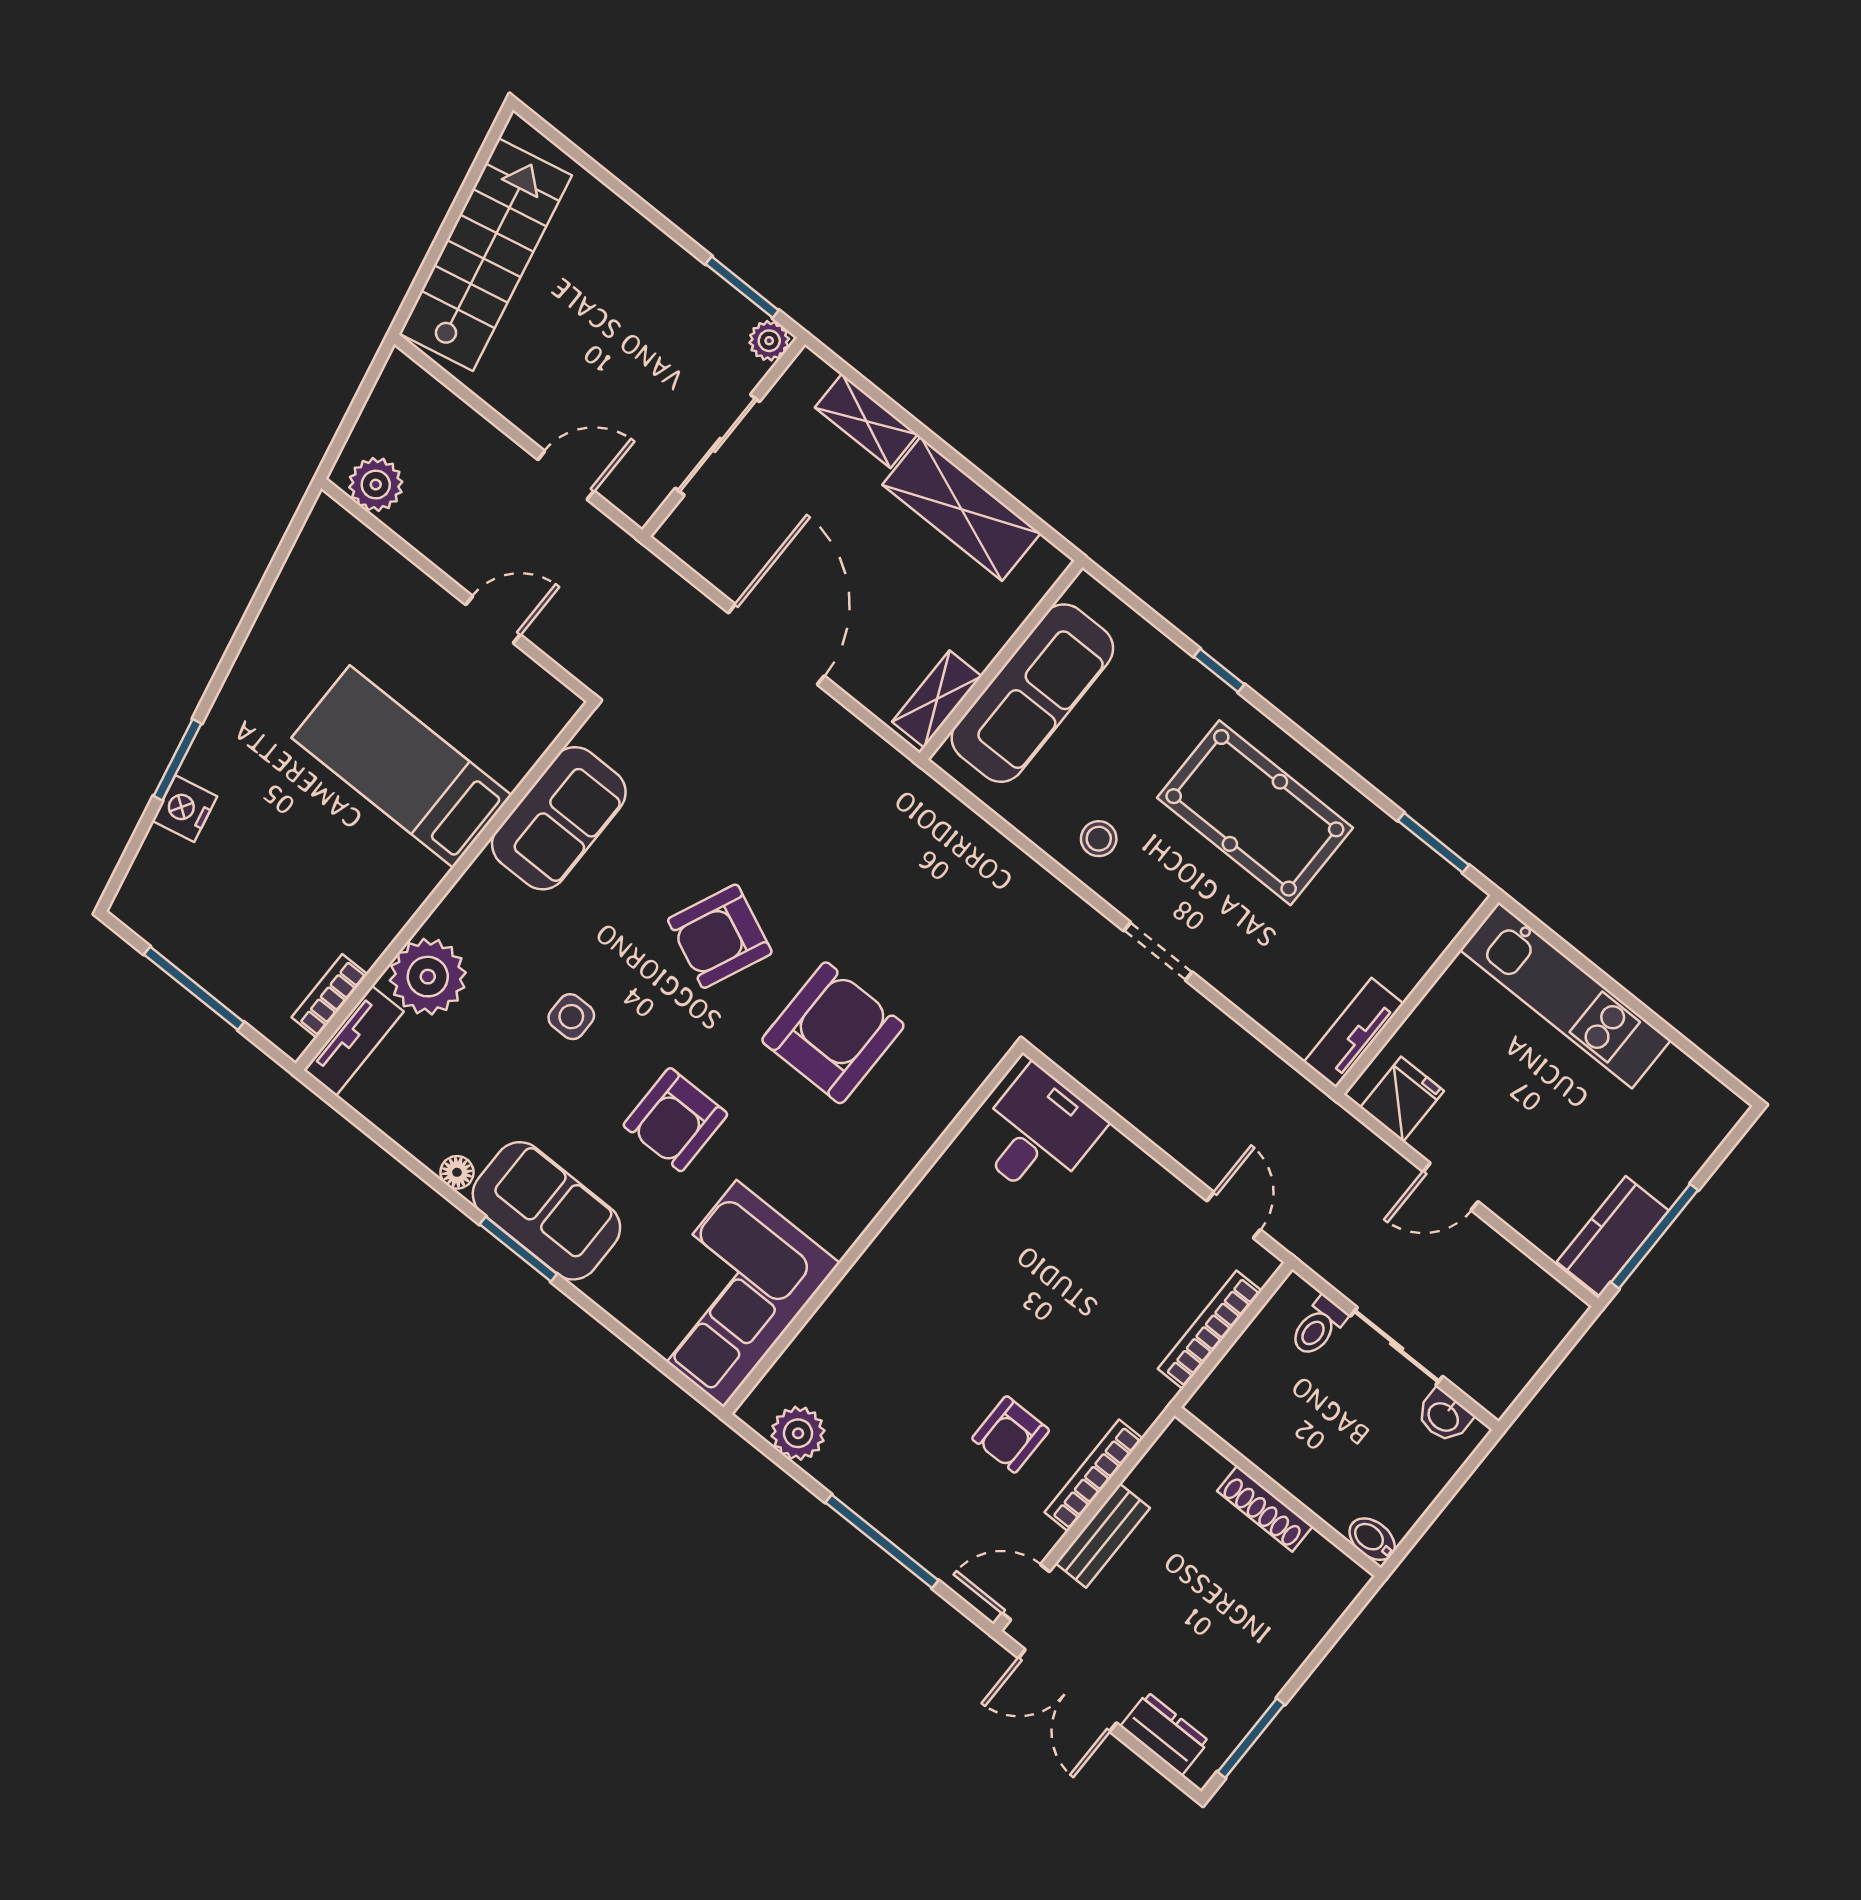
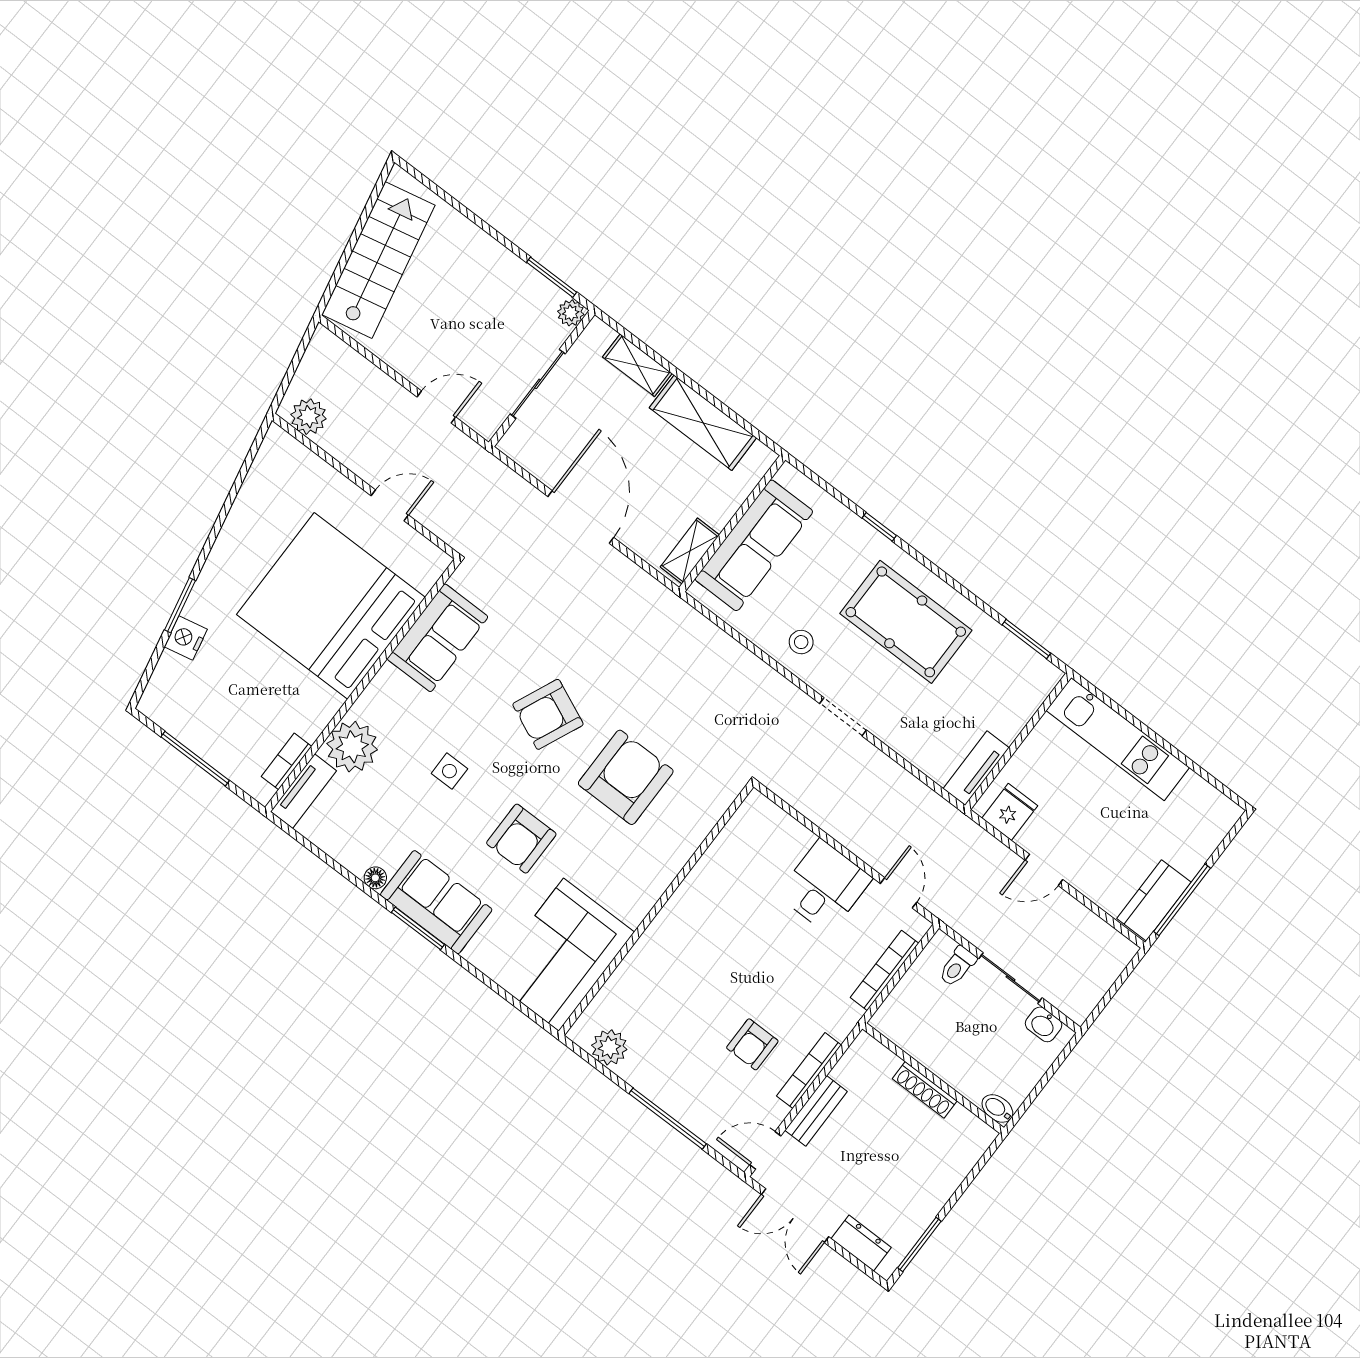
bed: (402, 767) -> (331, 606), width x2.04
desk: (1038, 1133) -> (825, 887), moved

